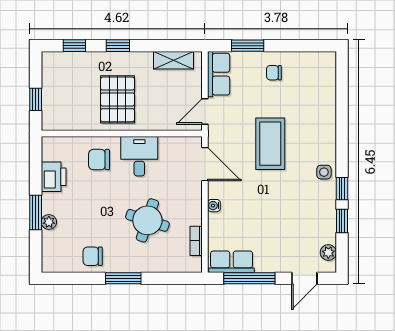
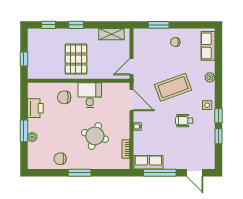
row of seats: (219, 74) -> (208, 46), moved, turned 180
coffee table: (270, 144) -> (173, 87), turned 70
wheelchair: (288, 196) -> (184, 121), added
plant: (328, 253) -> (210, 77), moved
door: (304, 278) -> (195, 173), hinge flipped

